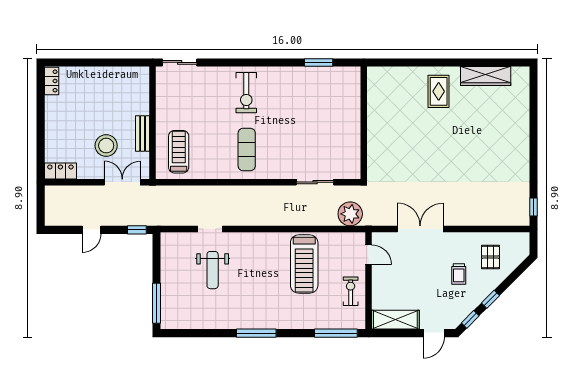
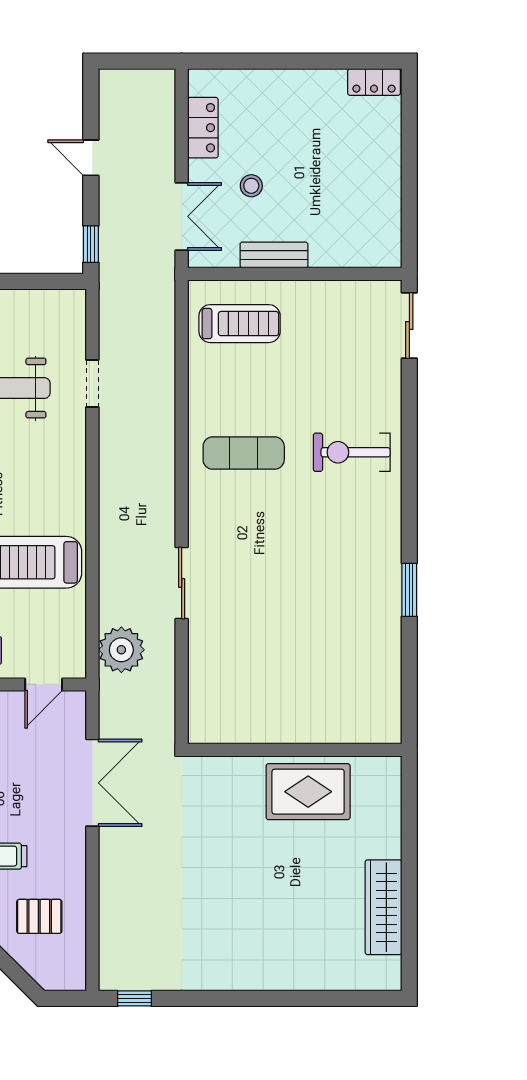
rug: (439, 91) -> (308, 792), moved, width x1.36, depth x1.43
wall: (364, 123) -> (295, 750), moved
stool: (106, 146) -> (251, 186), width x0.53, depth x0.53
locker: (60, 171) -> (203, 128), moved

